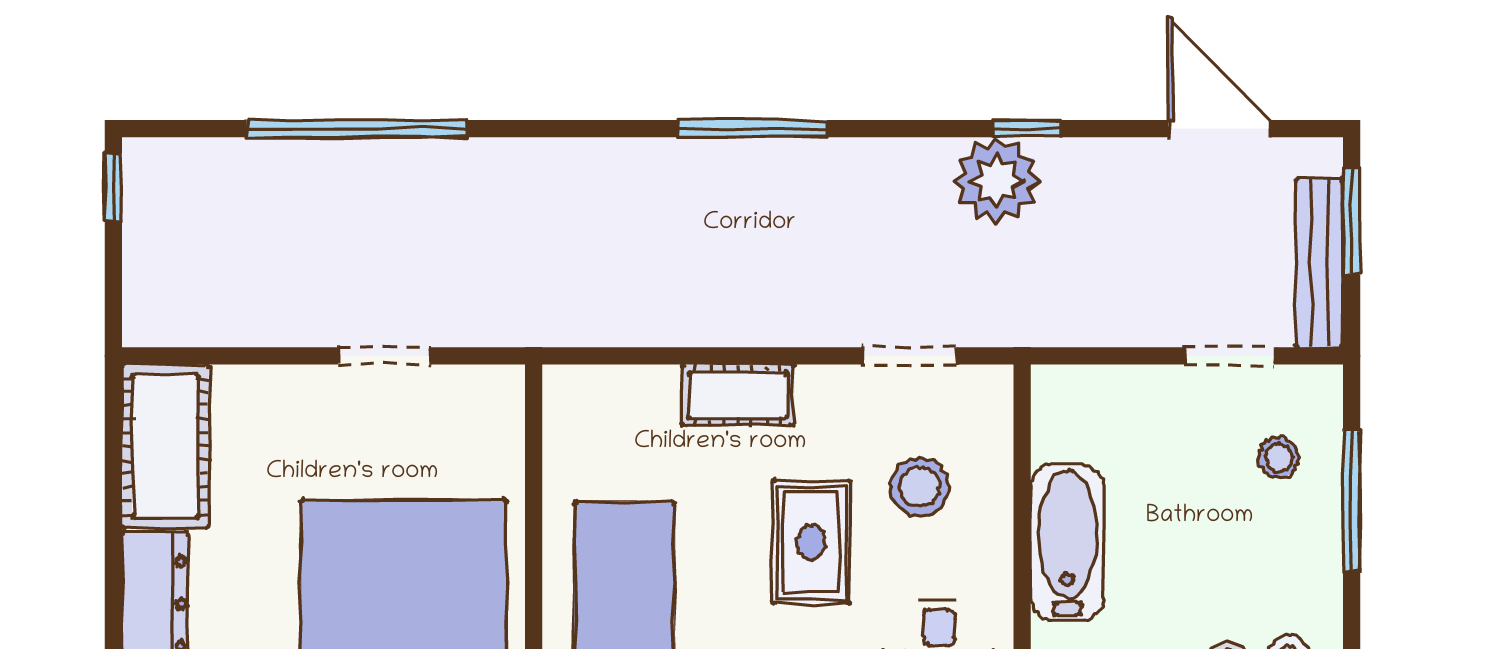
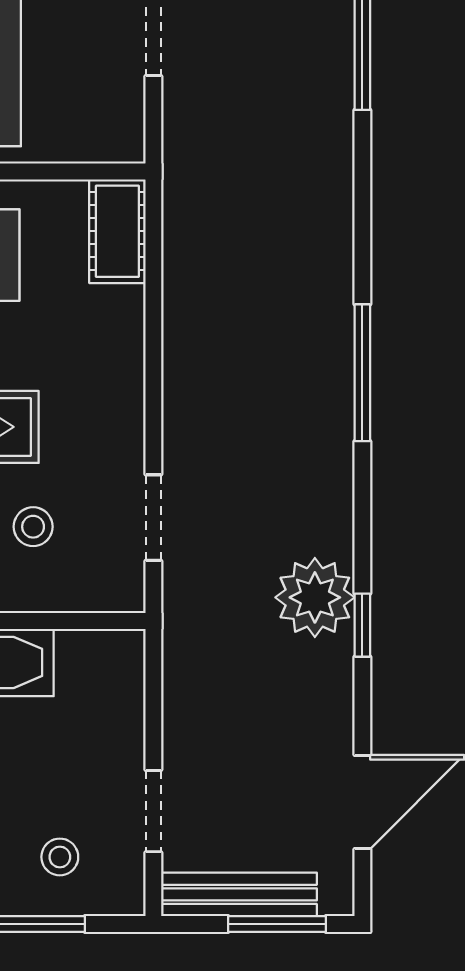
cot: (738, 395) -> (117, 231), moved
stool: (920, 487) -> (33, 527), width x0.73, depth x0.73

